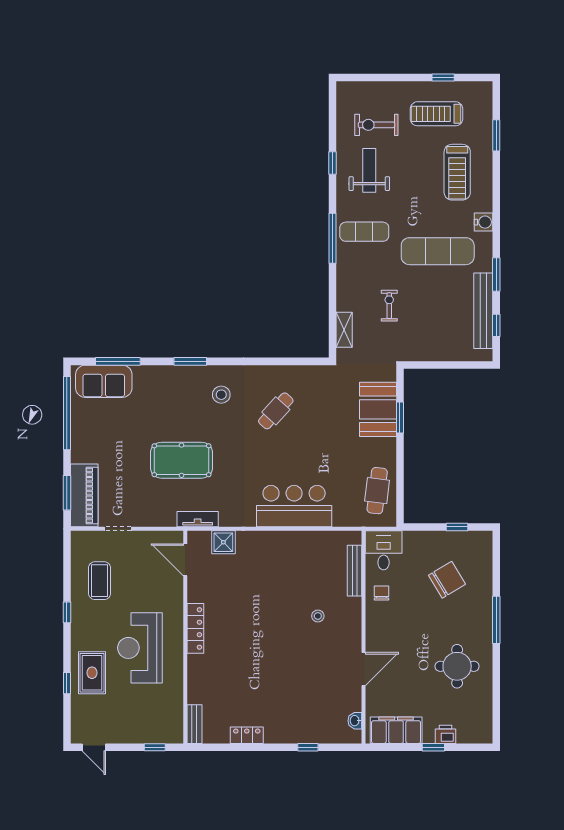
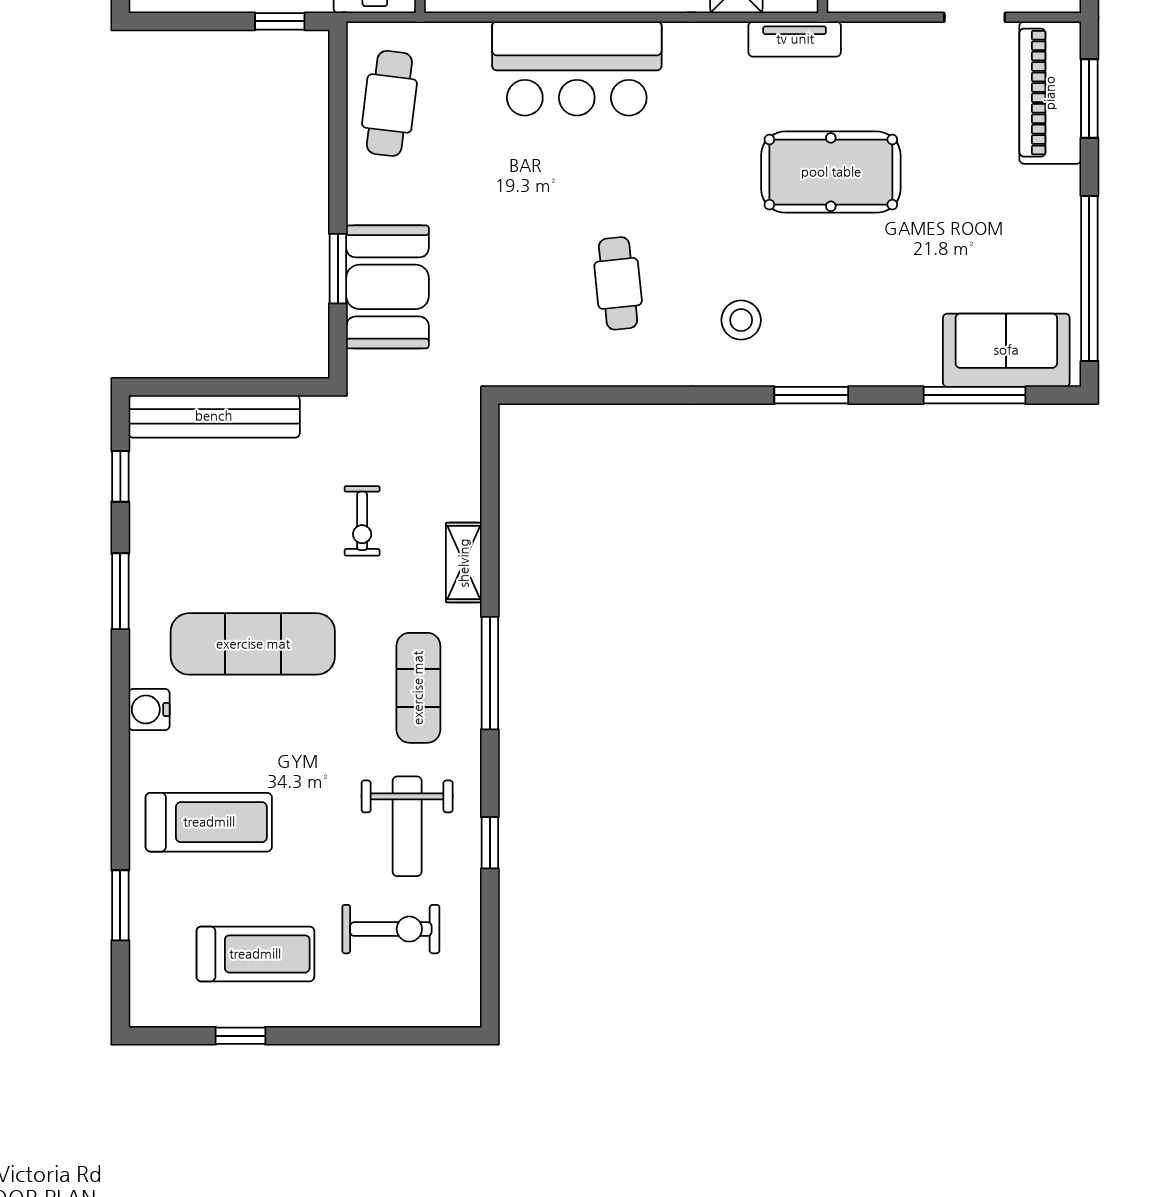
treadmill: (457, 172) -> (209, 822), turned 90
exercise mat: (364, 232) -> (418, 688), turned 90
bench: (483, 311) -> (214, 416), moved, turned 90
shelving: (344, 330) -> (464, 563), moved
cafe table: (276, 411) -> (618, 283), turned -48
window: (457, 527) -> (280, 21), moved

